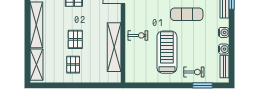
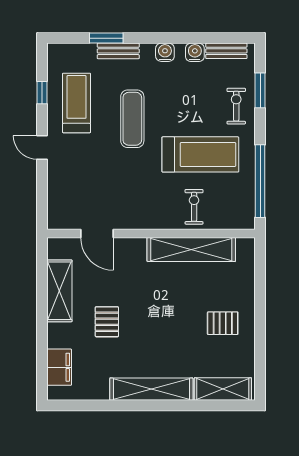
exercise bike: (138, 35) -> (194, 207), moved
pallet: (75, 39) -> (178, 319), removed
treadmill: (167, 52) -> (200, 154), turned 180
window: (152, 85) -> (260, 181), added

